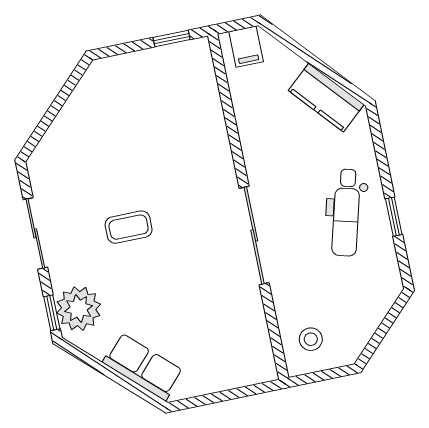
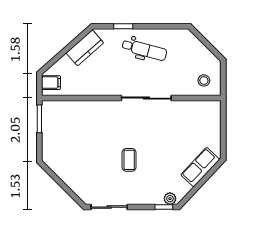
window: (172, 39) -> (39, 119), width x1.50
window: (394, 217) -> (123, 26), moved
sliding door: (35, 233) -> (109, 207), moved
plant: (79, 309) -> (170, 199), width x0.53, depth x0.53

